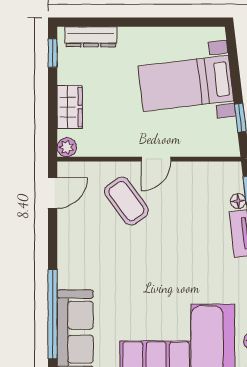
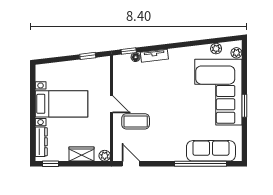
bed with nightstands: (186, 83) -> (61, 104), moved, turned -83
coffee table: (126, 201) -> (136, 121), turned 36

